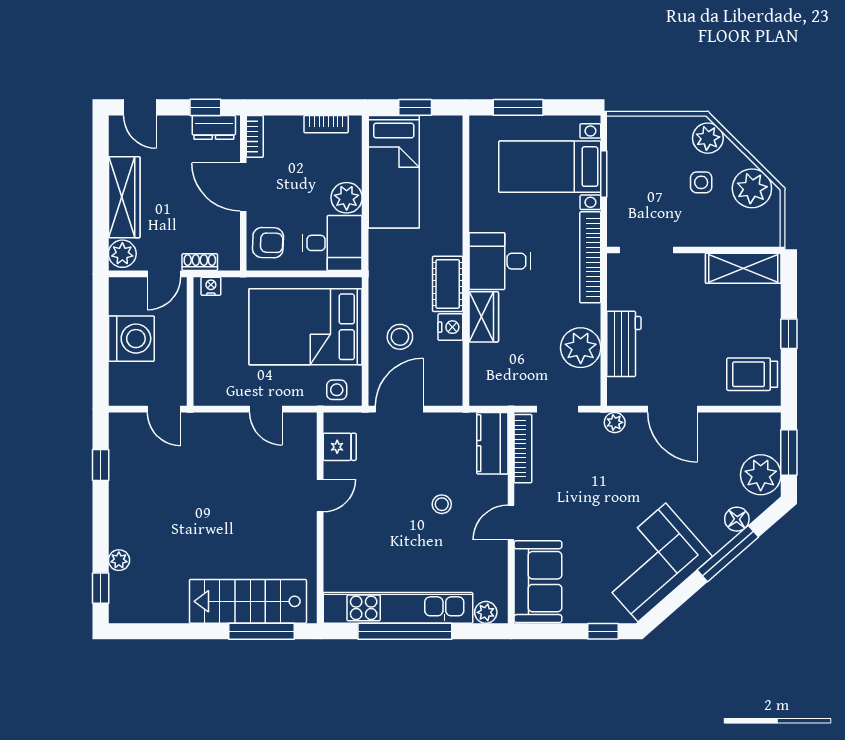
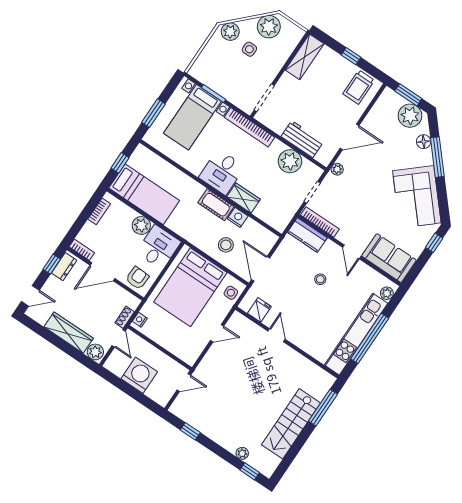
stairs: (248, 601) -> (291, 424), moved

